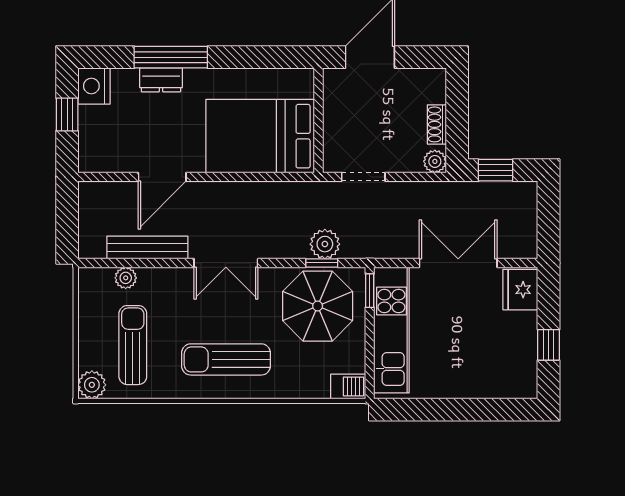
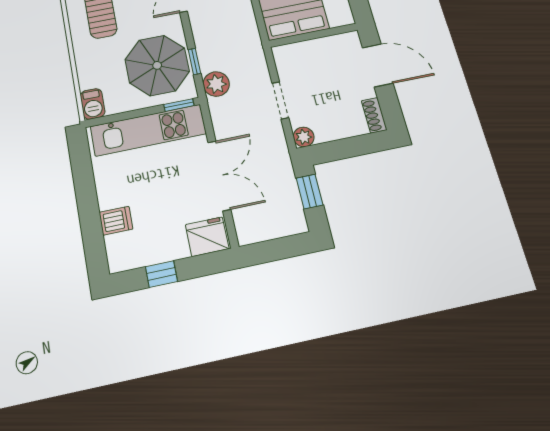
shoe rack: (437, 124) -> (374, 115), moved, turned -90
doorway: (363, 177) -> (280, 100), moved
plant: (325, 244) -> (216, 84), moved
dishwasher: (484, 382) -> (116, 221), added

